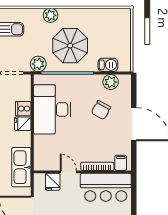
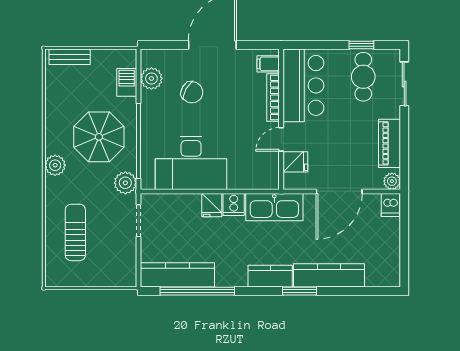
bench: (126, 25) -> (70, 57), added
cooker: (23, 109) -> (234, 204), moved

